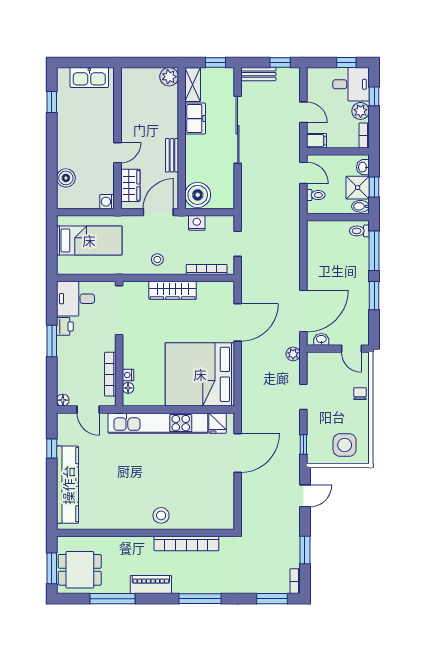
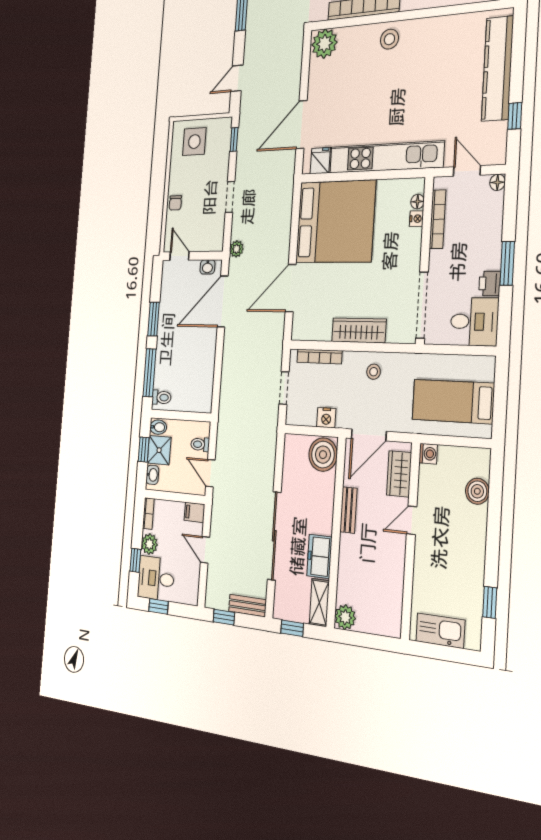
plant: (221, 517) -> (324, 44), added

